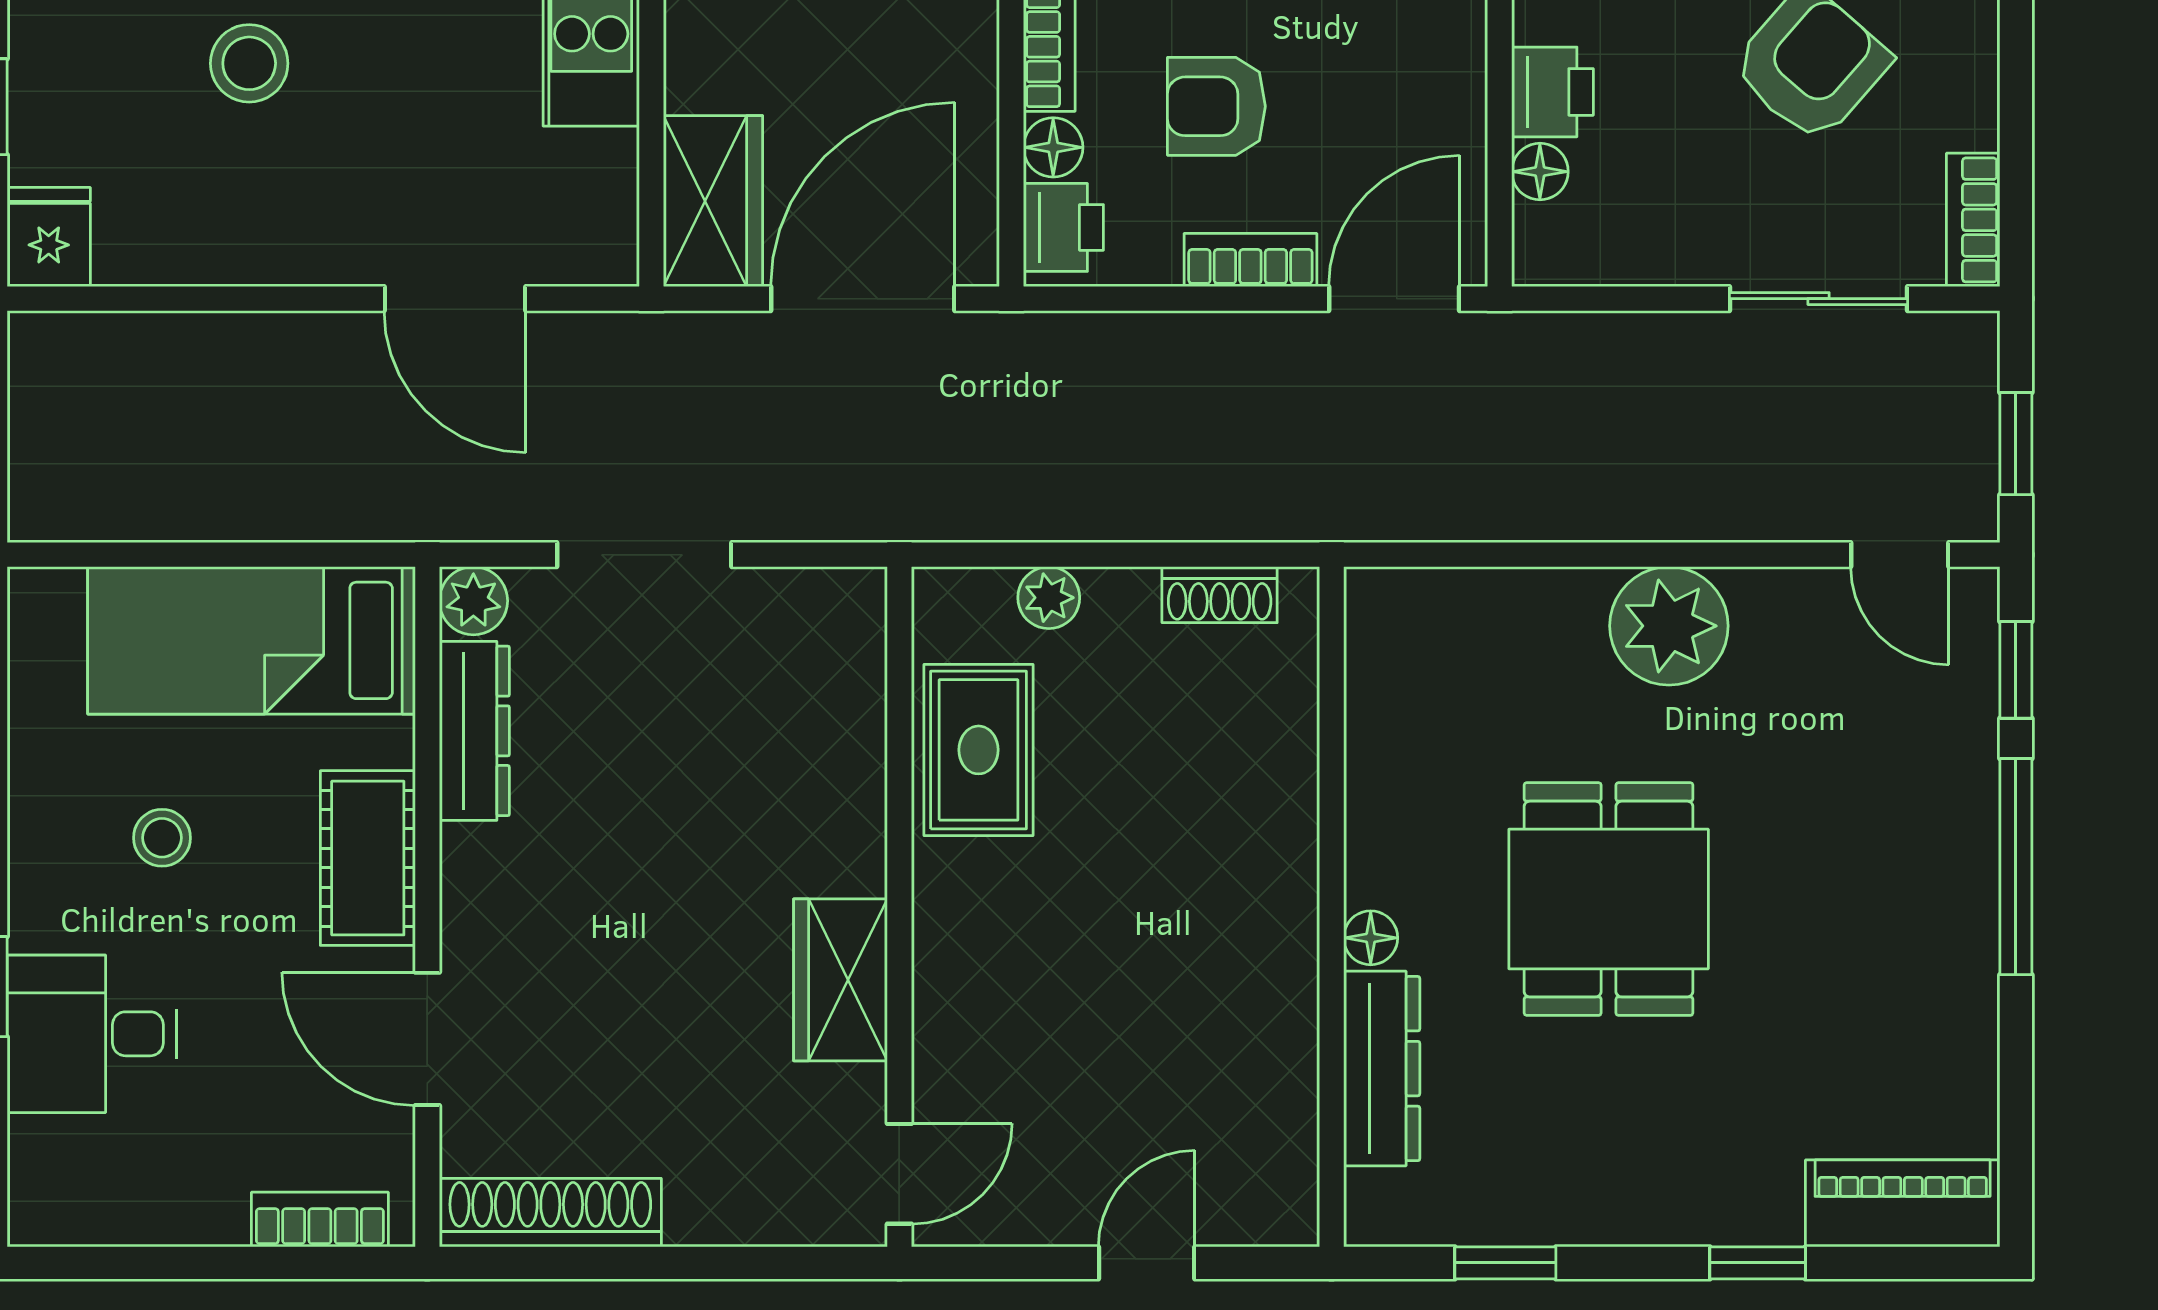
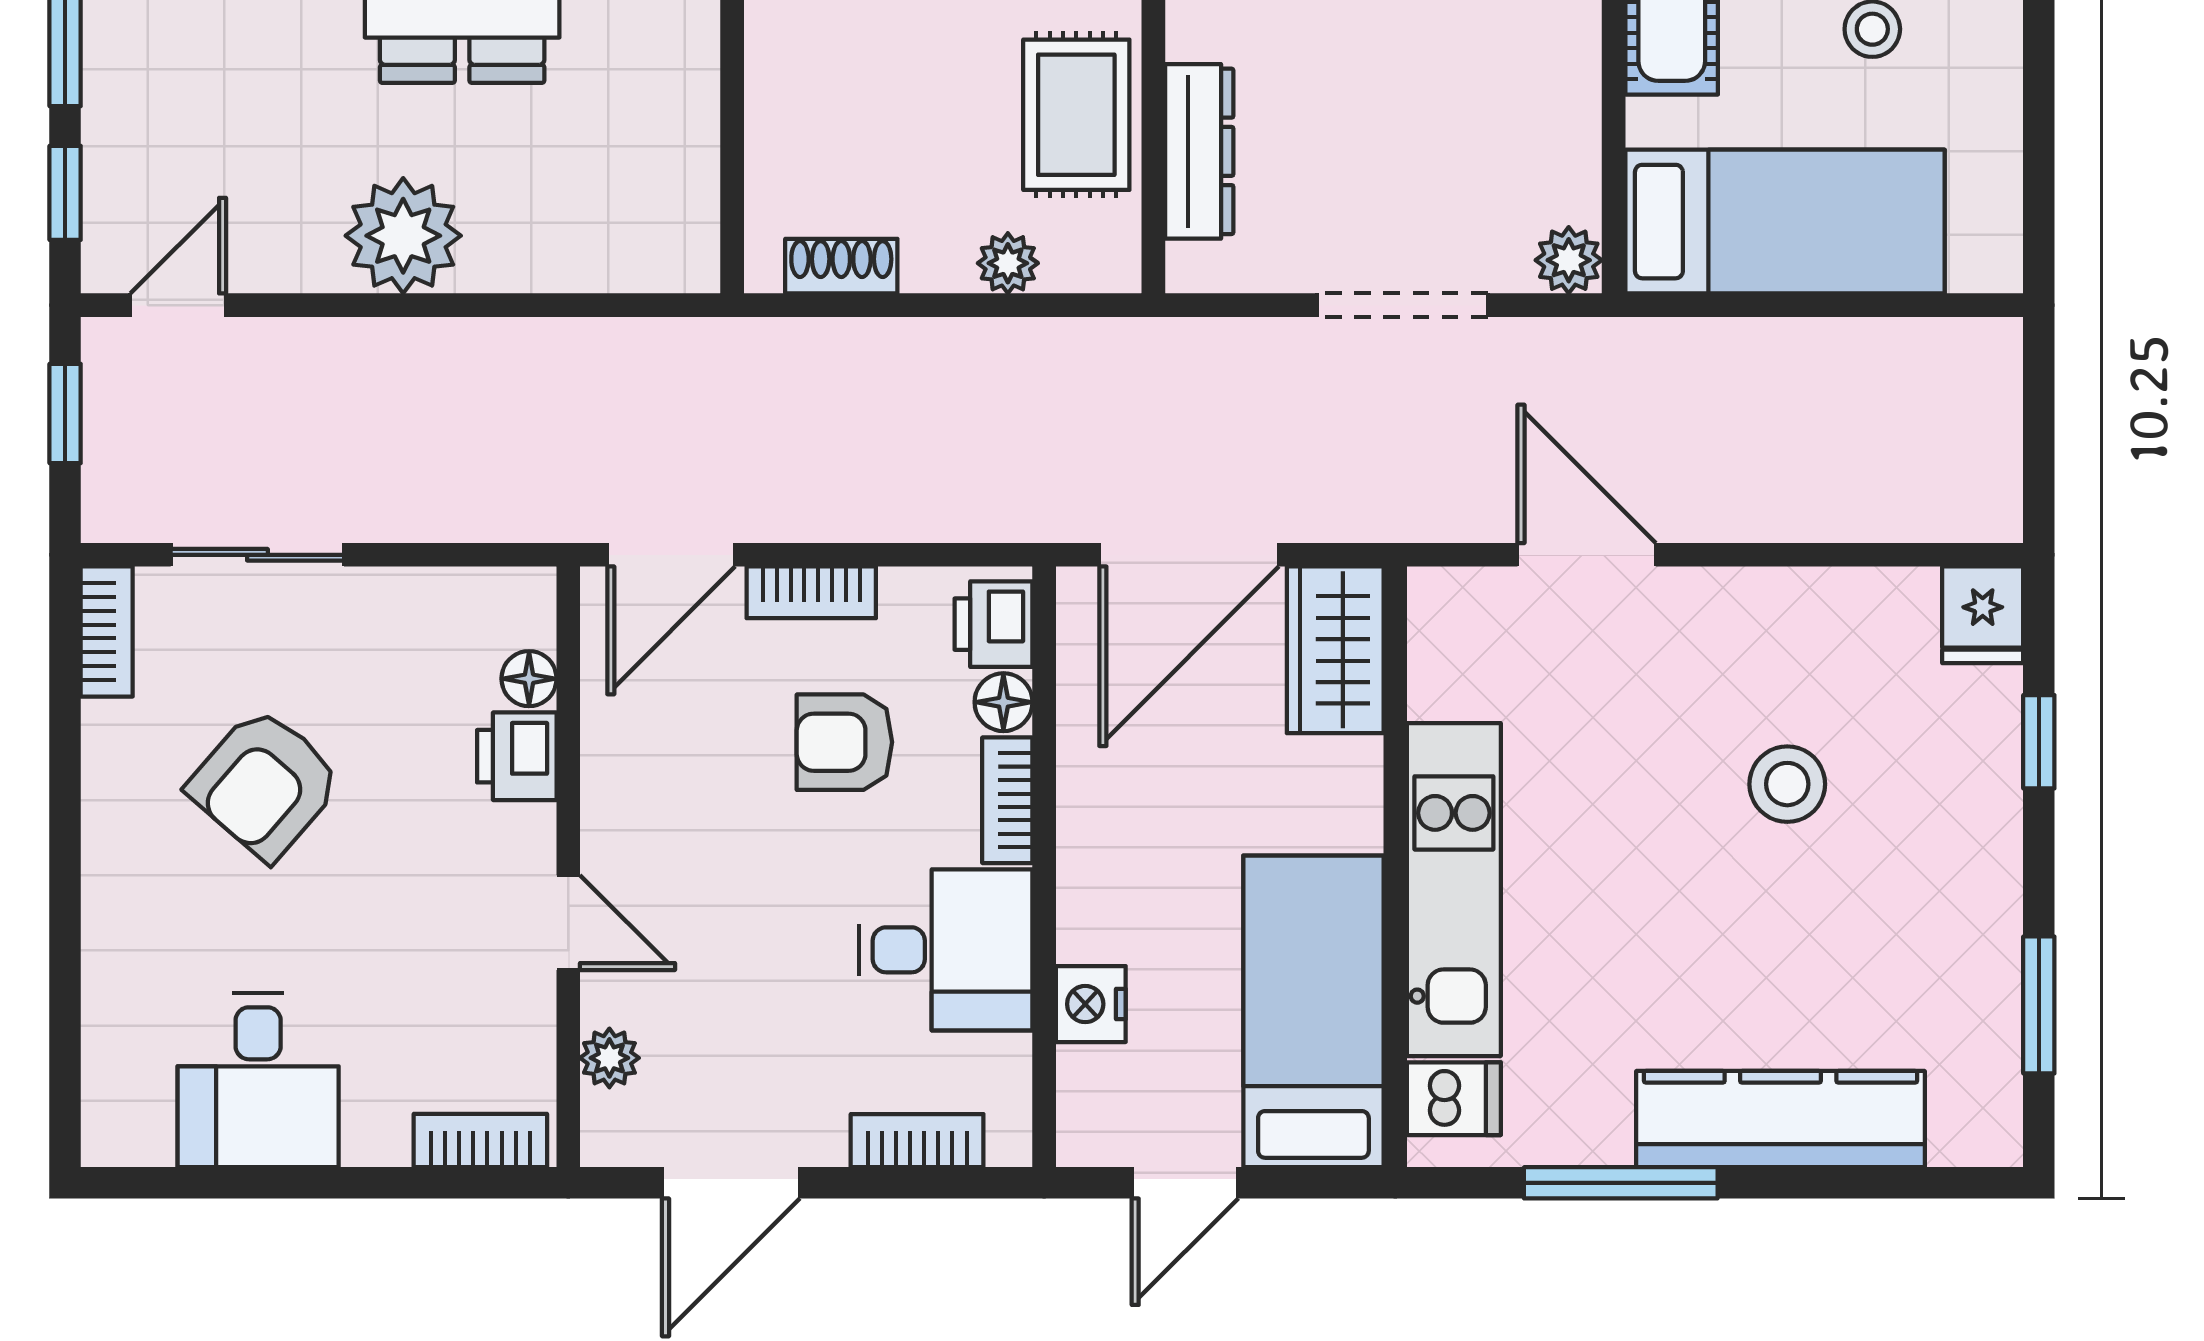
armchair: (1216, 106) -> (844, 742), turned 180
door: (1900, 555) -> (178, 305), hinge flipped
dresser: (474, 731) -> (1199, 151), moved, turned 180

